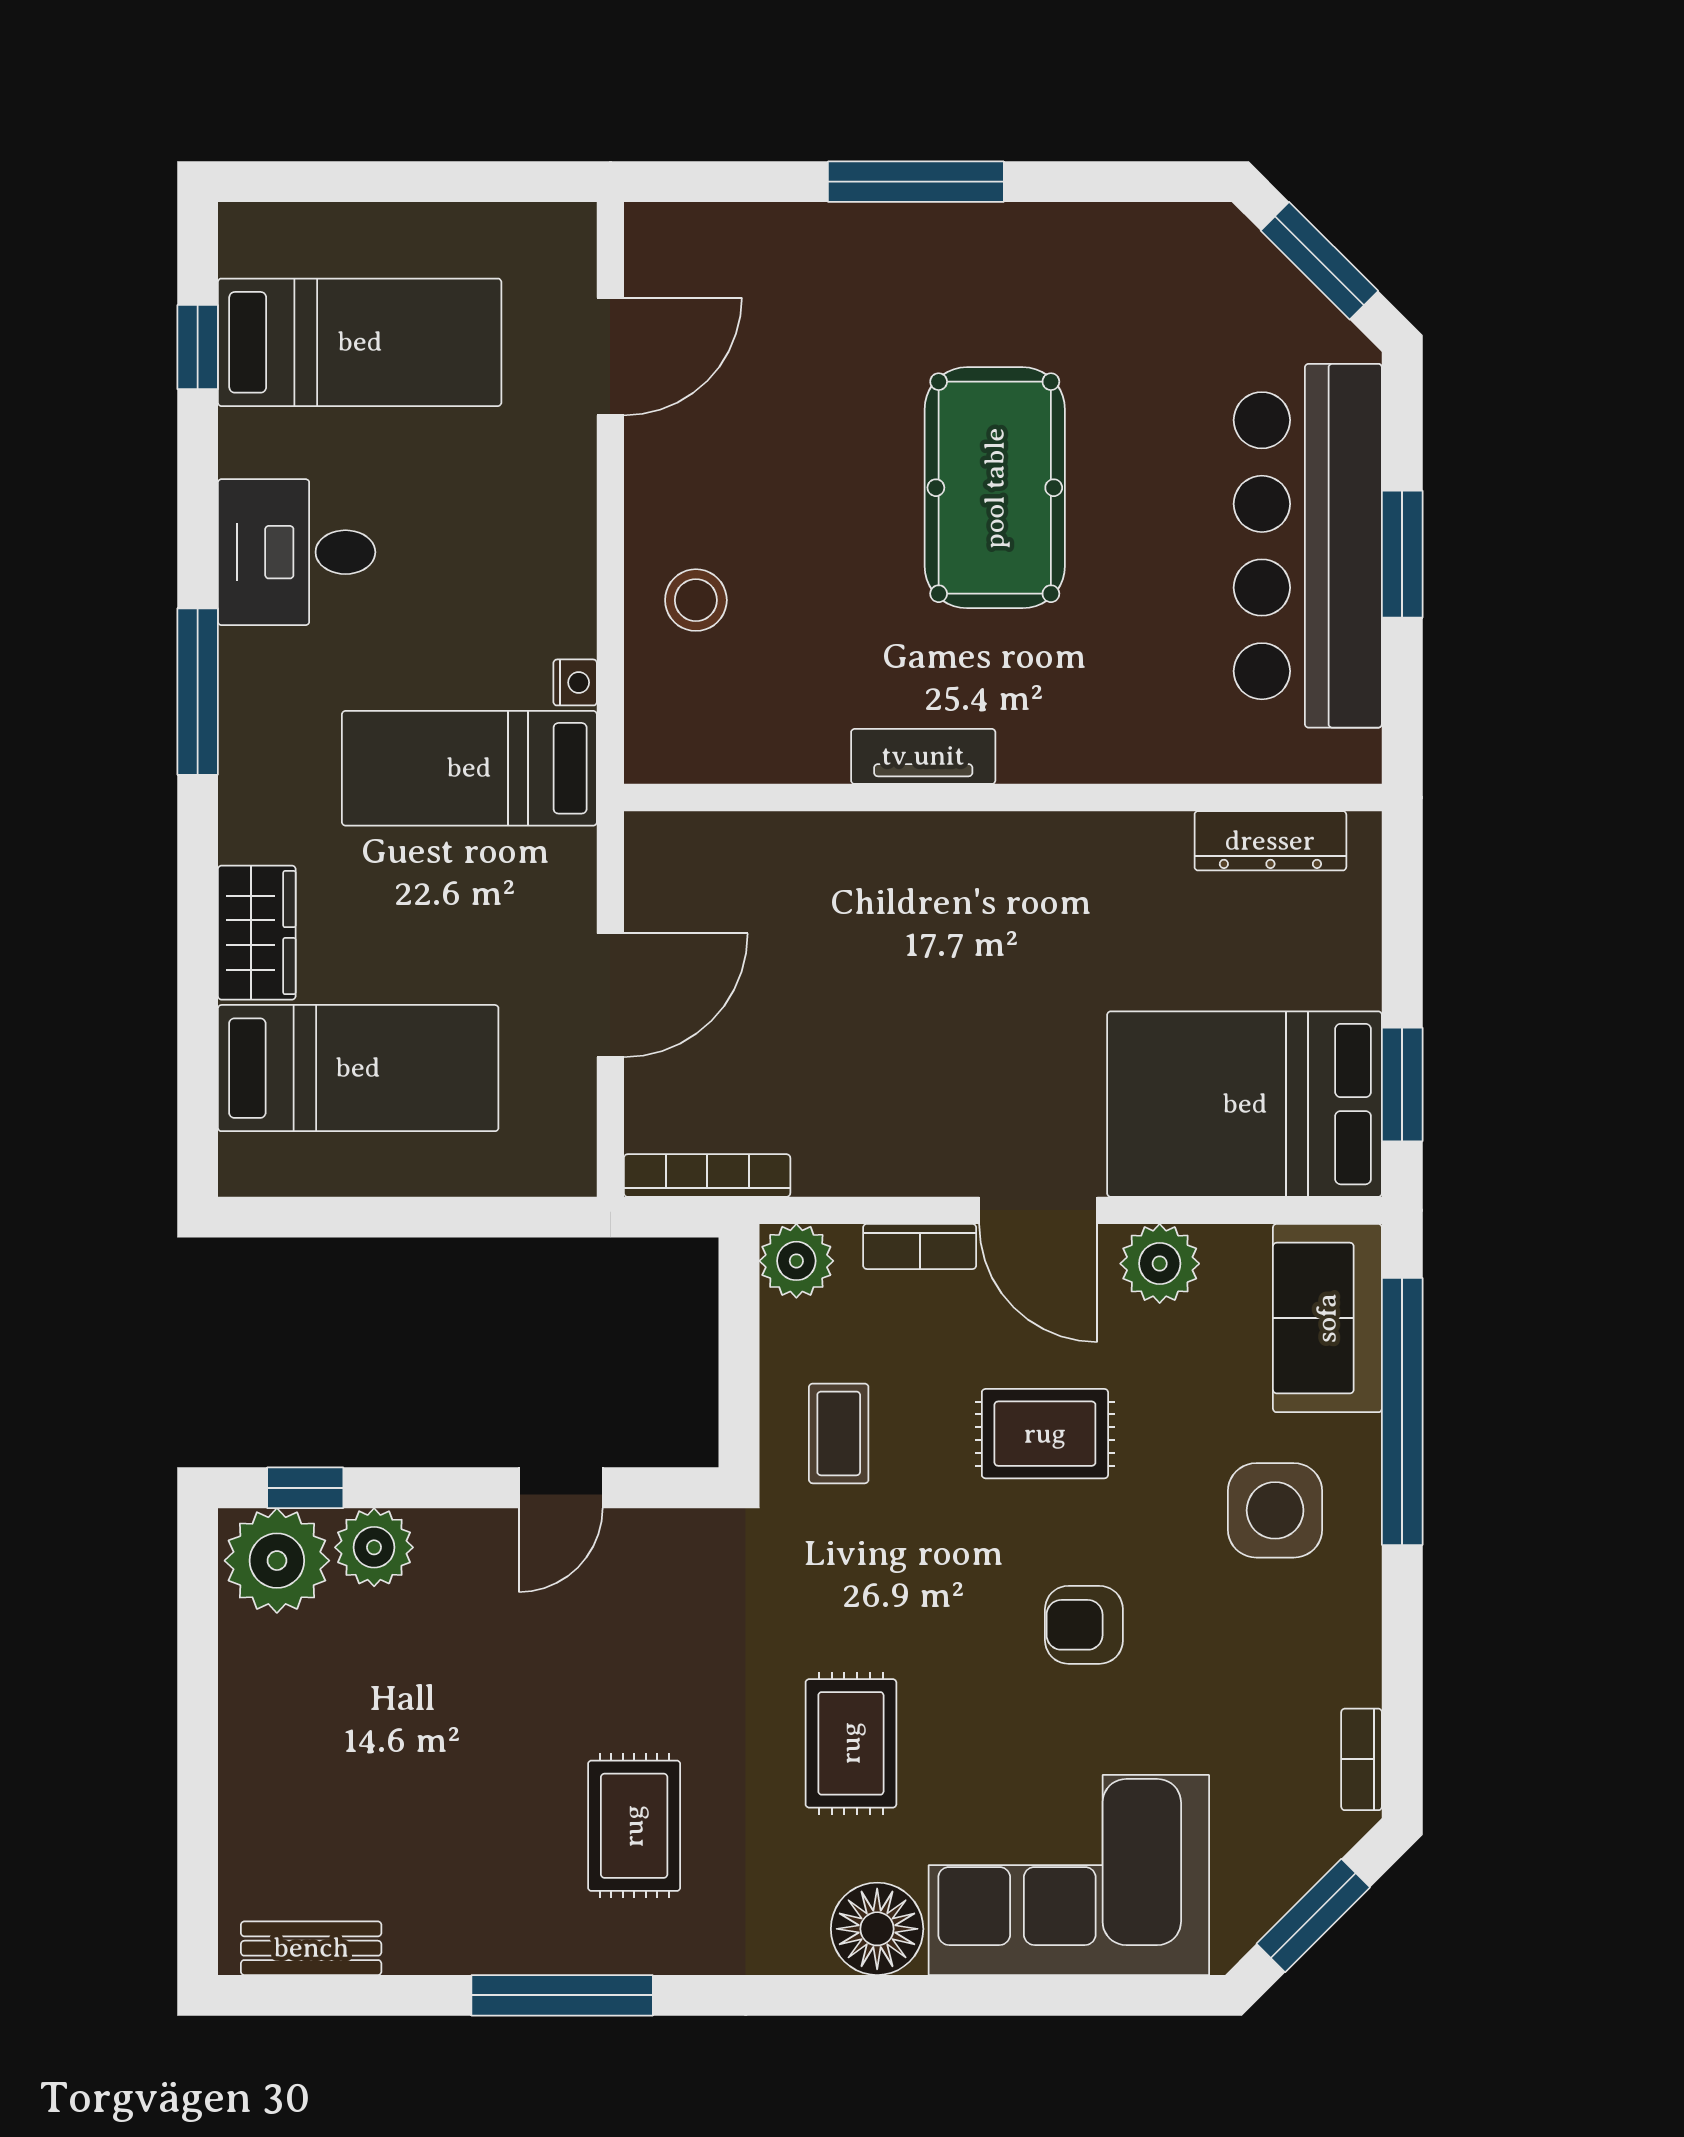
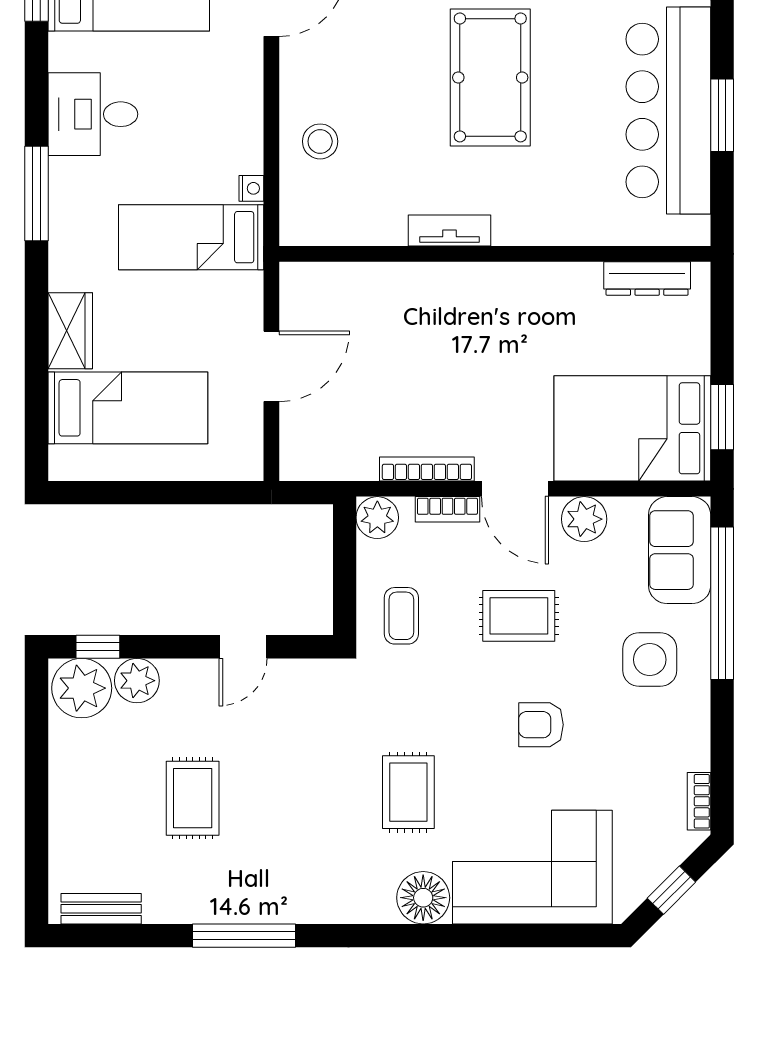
bookcase: (707, 1176) -> (427, 469), moved
rug: (634, 1826) -> (193, 798), moved
window: (1313, 1916) -> (671, 890), width x0.67

